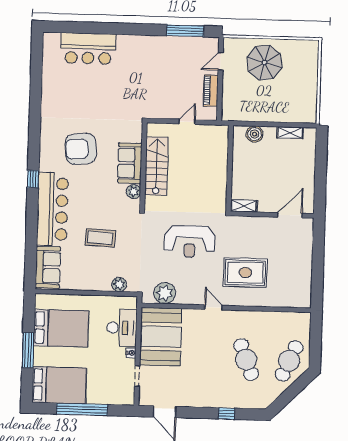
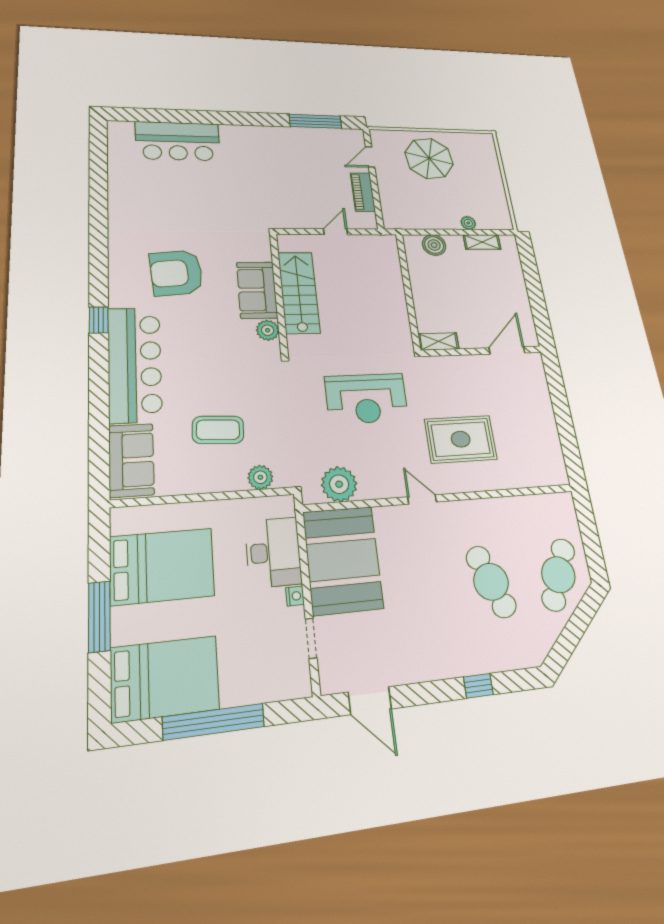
plant: (283, 117) -> (468, 223), added
coffee table: (100, 238) -> (218, 430), moved

